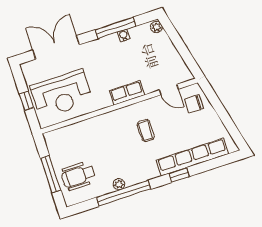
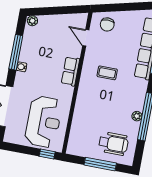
water cooler: (124, 35) -> (22, 67), moved
door: (169, 90) -> (86, 38), swing flipped
window: (26, 101) -> (47, 154), moved
wheelchair: (78, 176) -> (113, 144), turned -90

